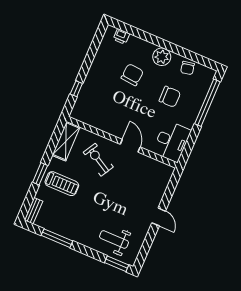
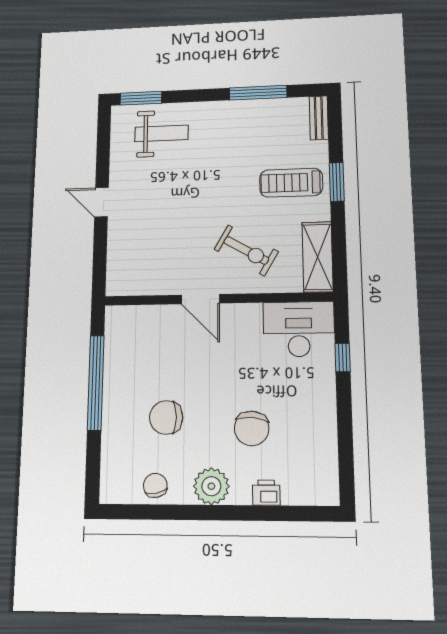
printer: (121, 36) -> (266, 493), moved
window: (207, 103) -> (96, 383), moved
desk: (172, 141) -> (299, 329), moved, turned 90

